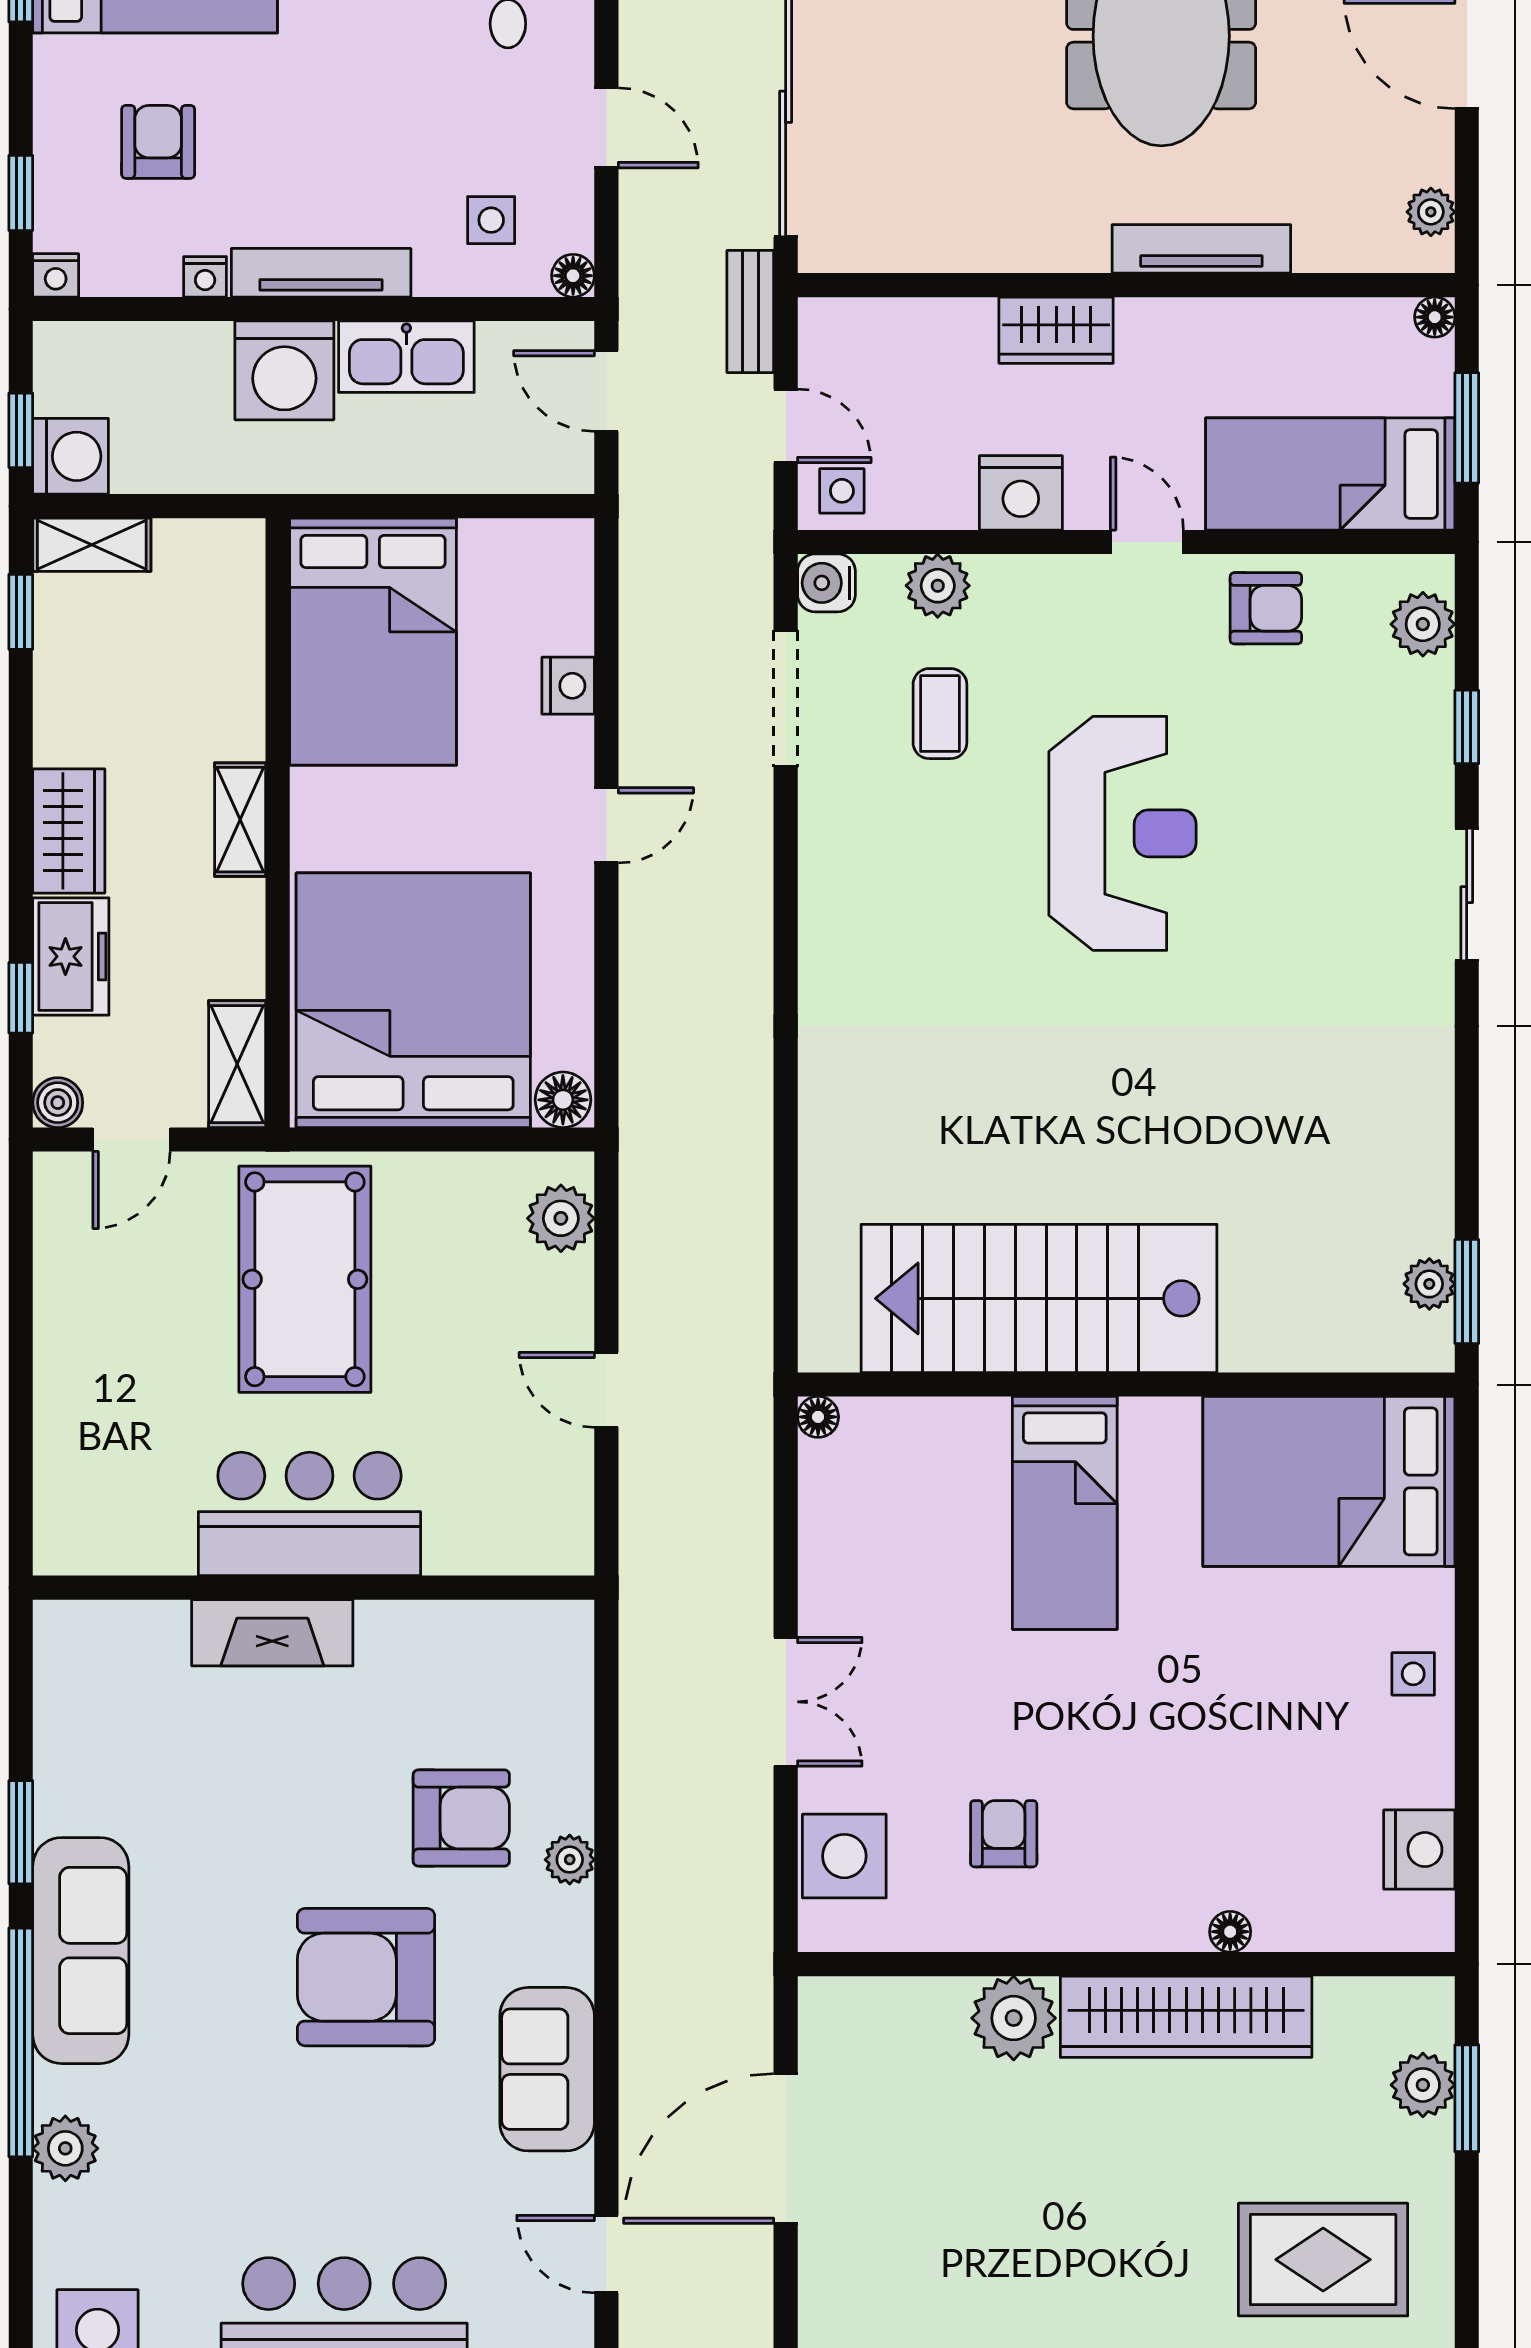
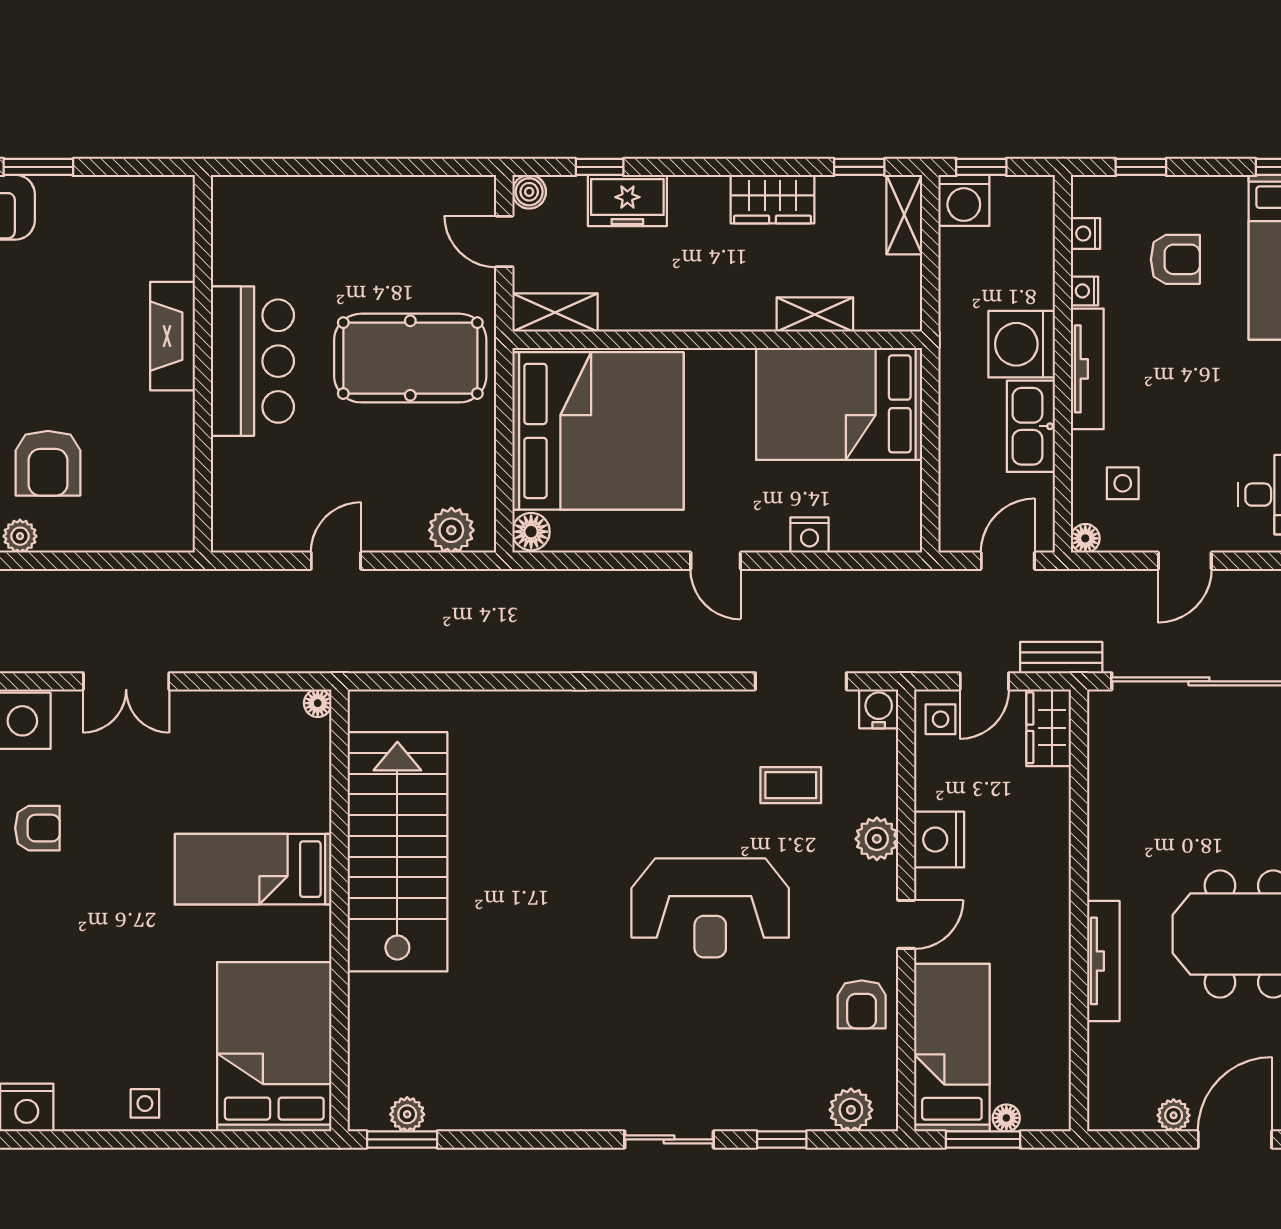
plant: (1431, 212) -> (1174, 1115), moved
nightstand: (56, 275) -> (1086, 234), moved
floor lamp: (1435, 317) -> (1006, 1118), moved
wardrobe: (1056, 330) -> (1049, 728), moved
plant: (938, 586) -> (877, 839), moved
shelving: (240, 820) -> (815, 314), moved
wardrobe: (69, 831) -> (773, 199), moved

